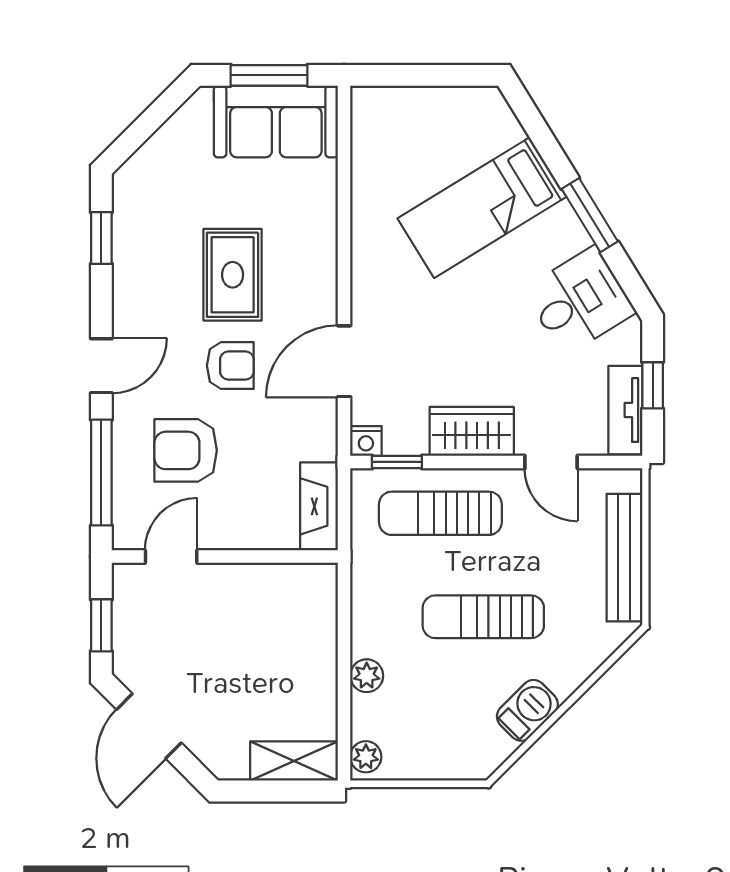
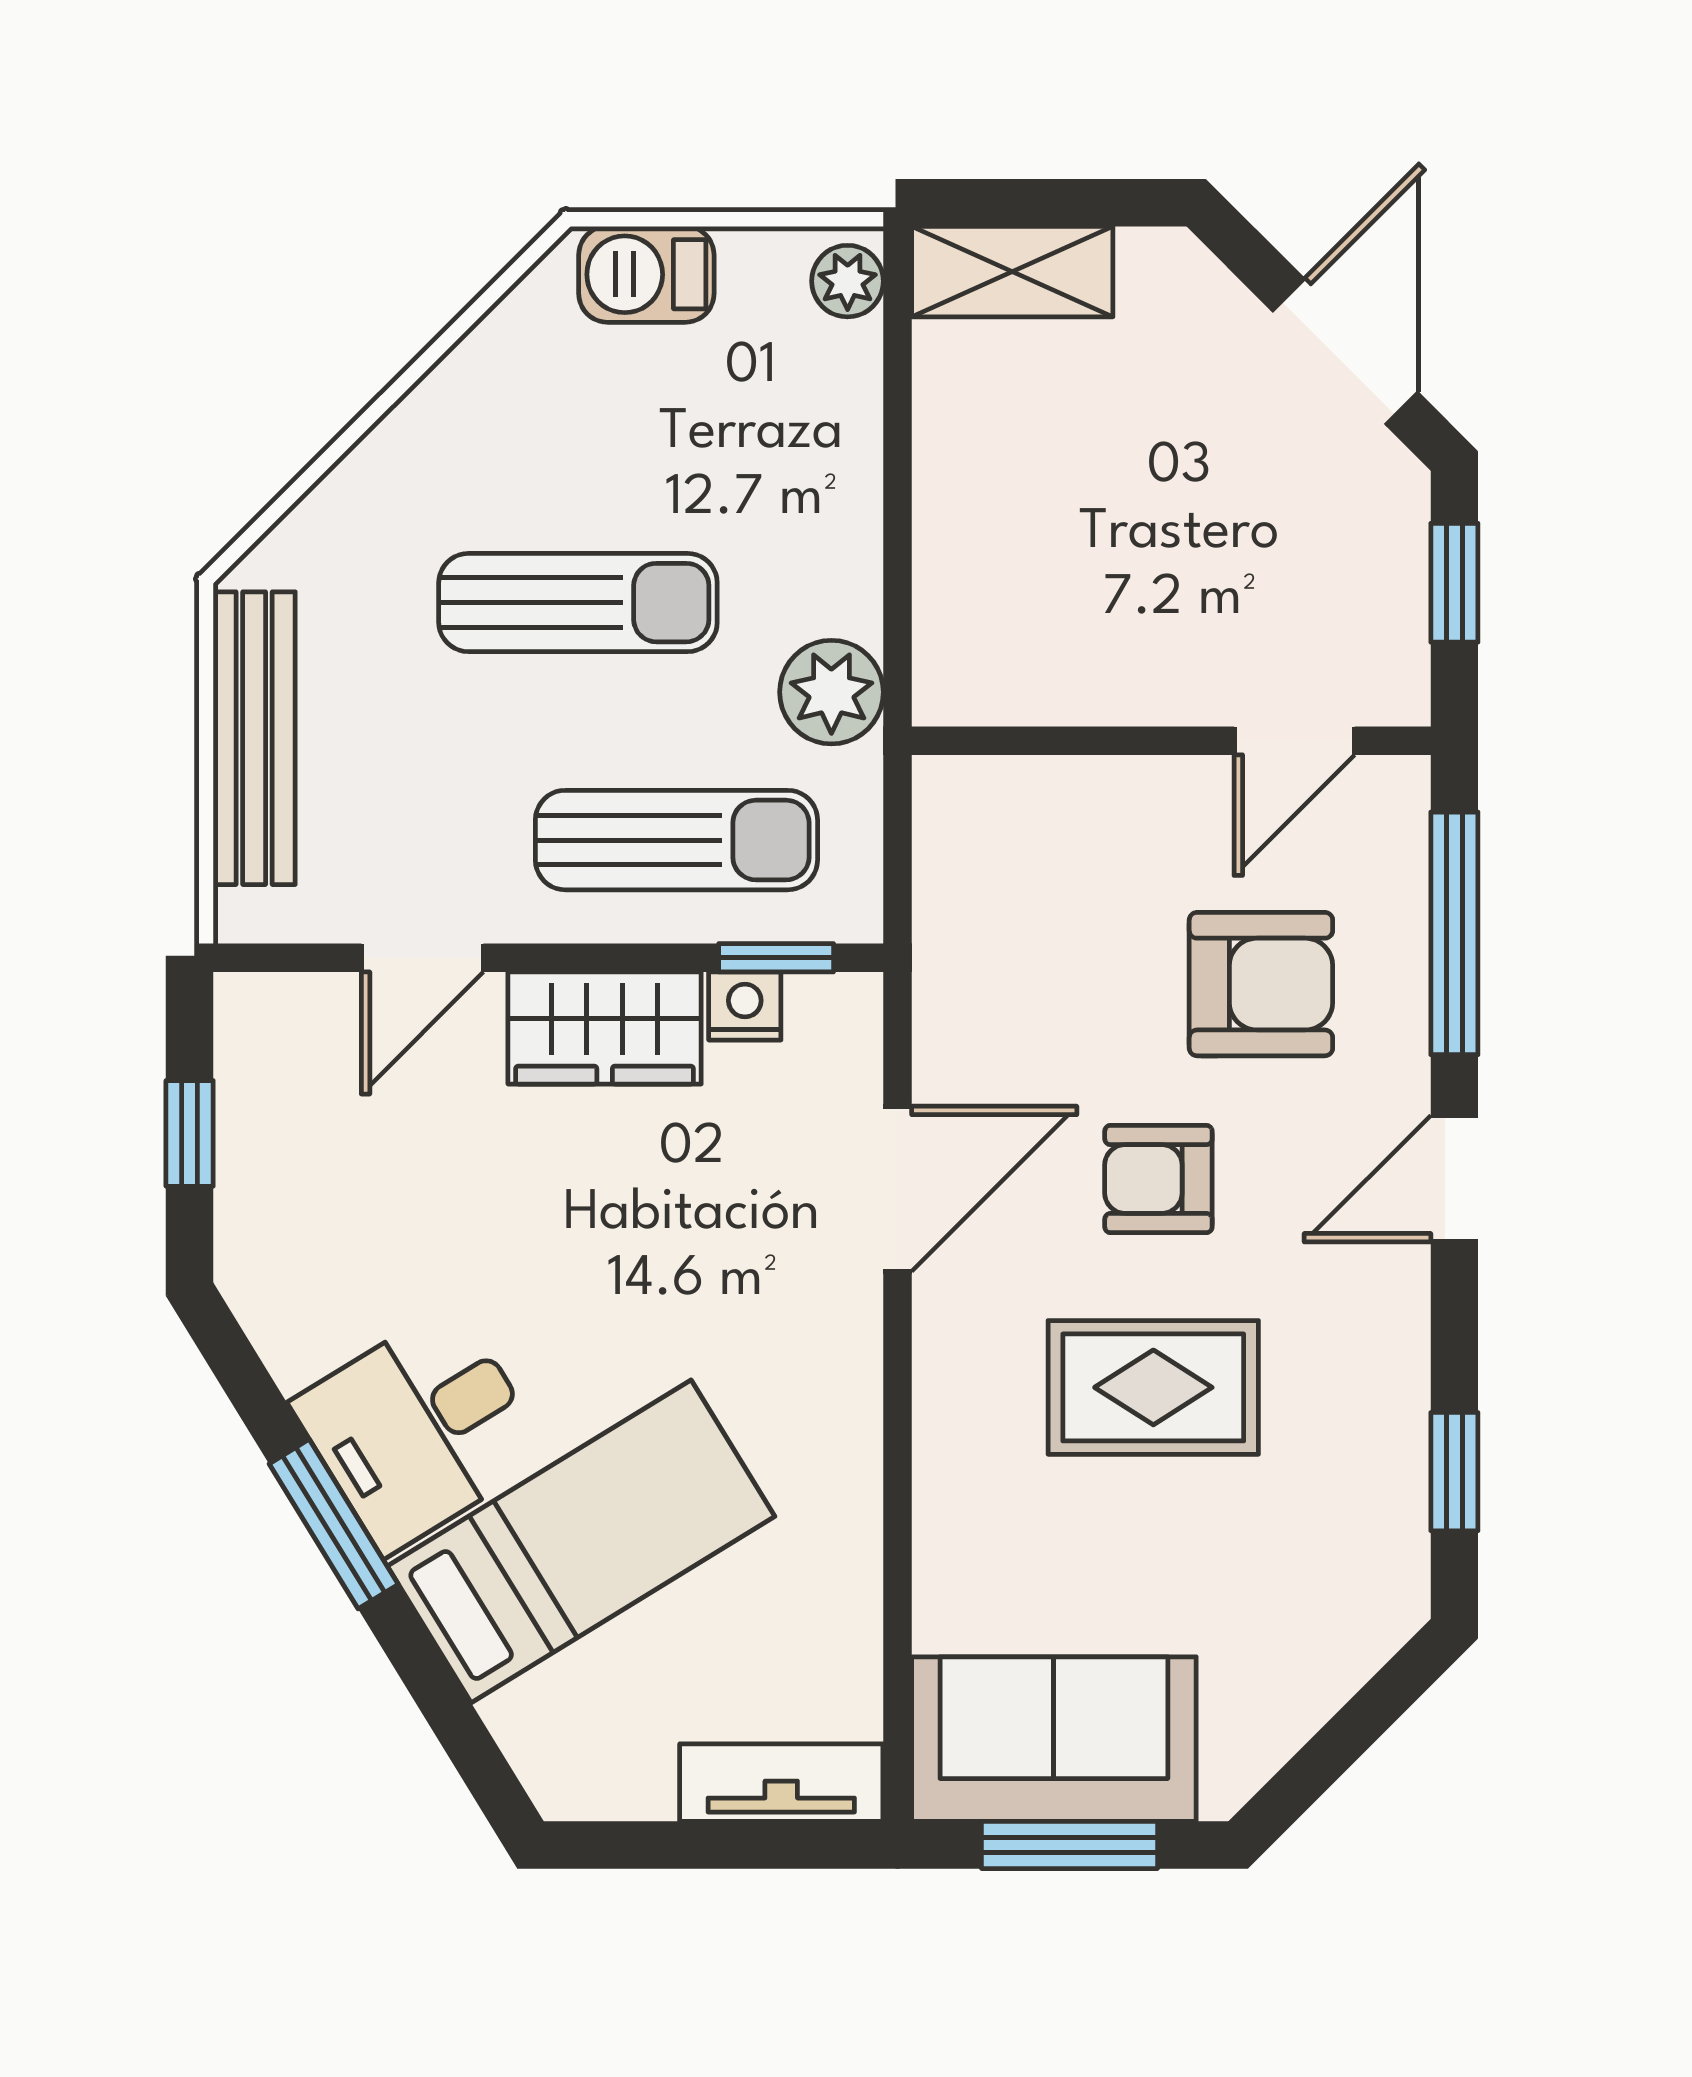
rug: (233, 275) -> (1153, 1387), turned 90
desk: (579, 301) -> (420, 1429), moved
tv unit: (625, 410) -> (781, 1783), moved, turned -90
nightstand: (366, 441) -> (745, 1006), moved
door: (551, 462) -> (422, 958), swing flipped
fireplace: (319, 506) -> (955, 856), removed
plant: (367, 676) -> (831, 692), moved, width x1.38, depth x1.38
barbecue: (527, 710) -> (646, 274), moved, turned 45

